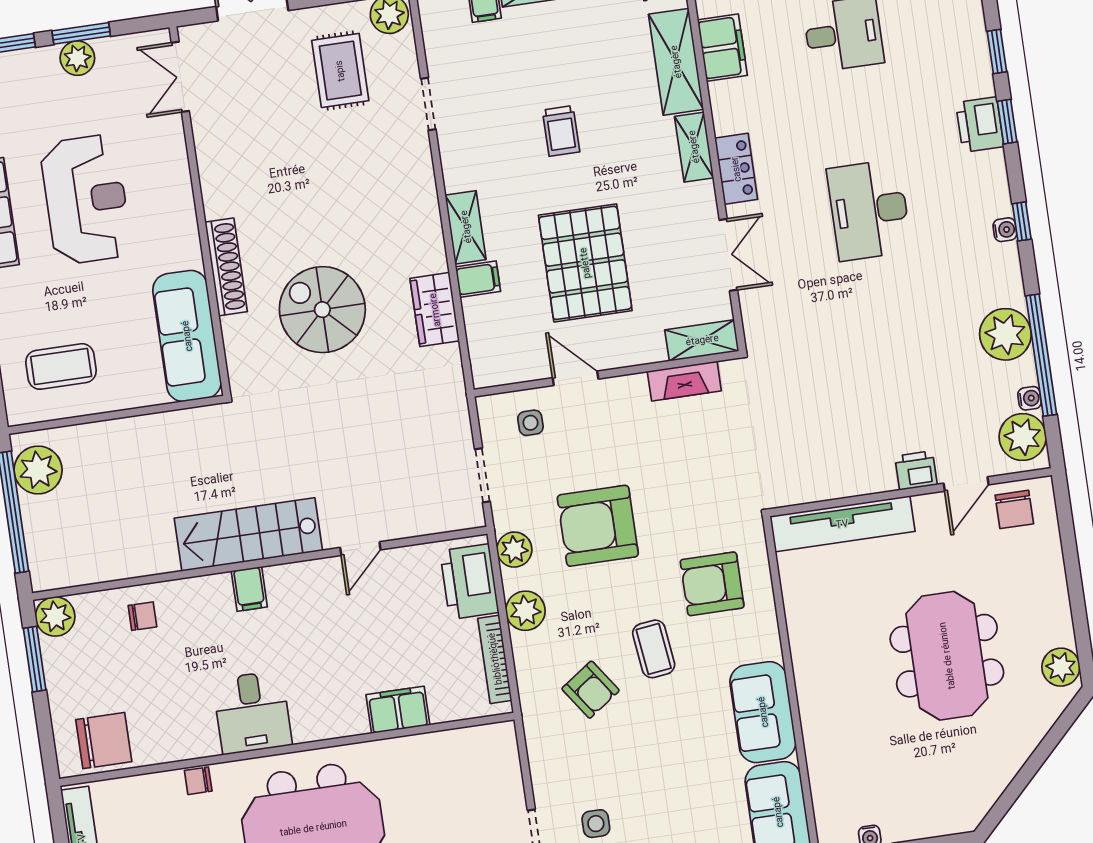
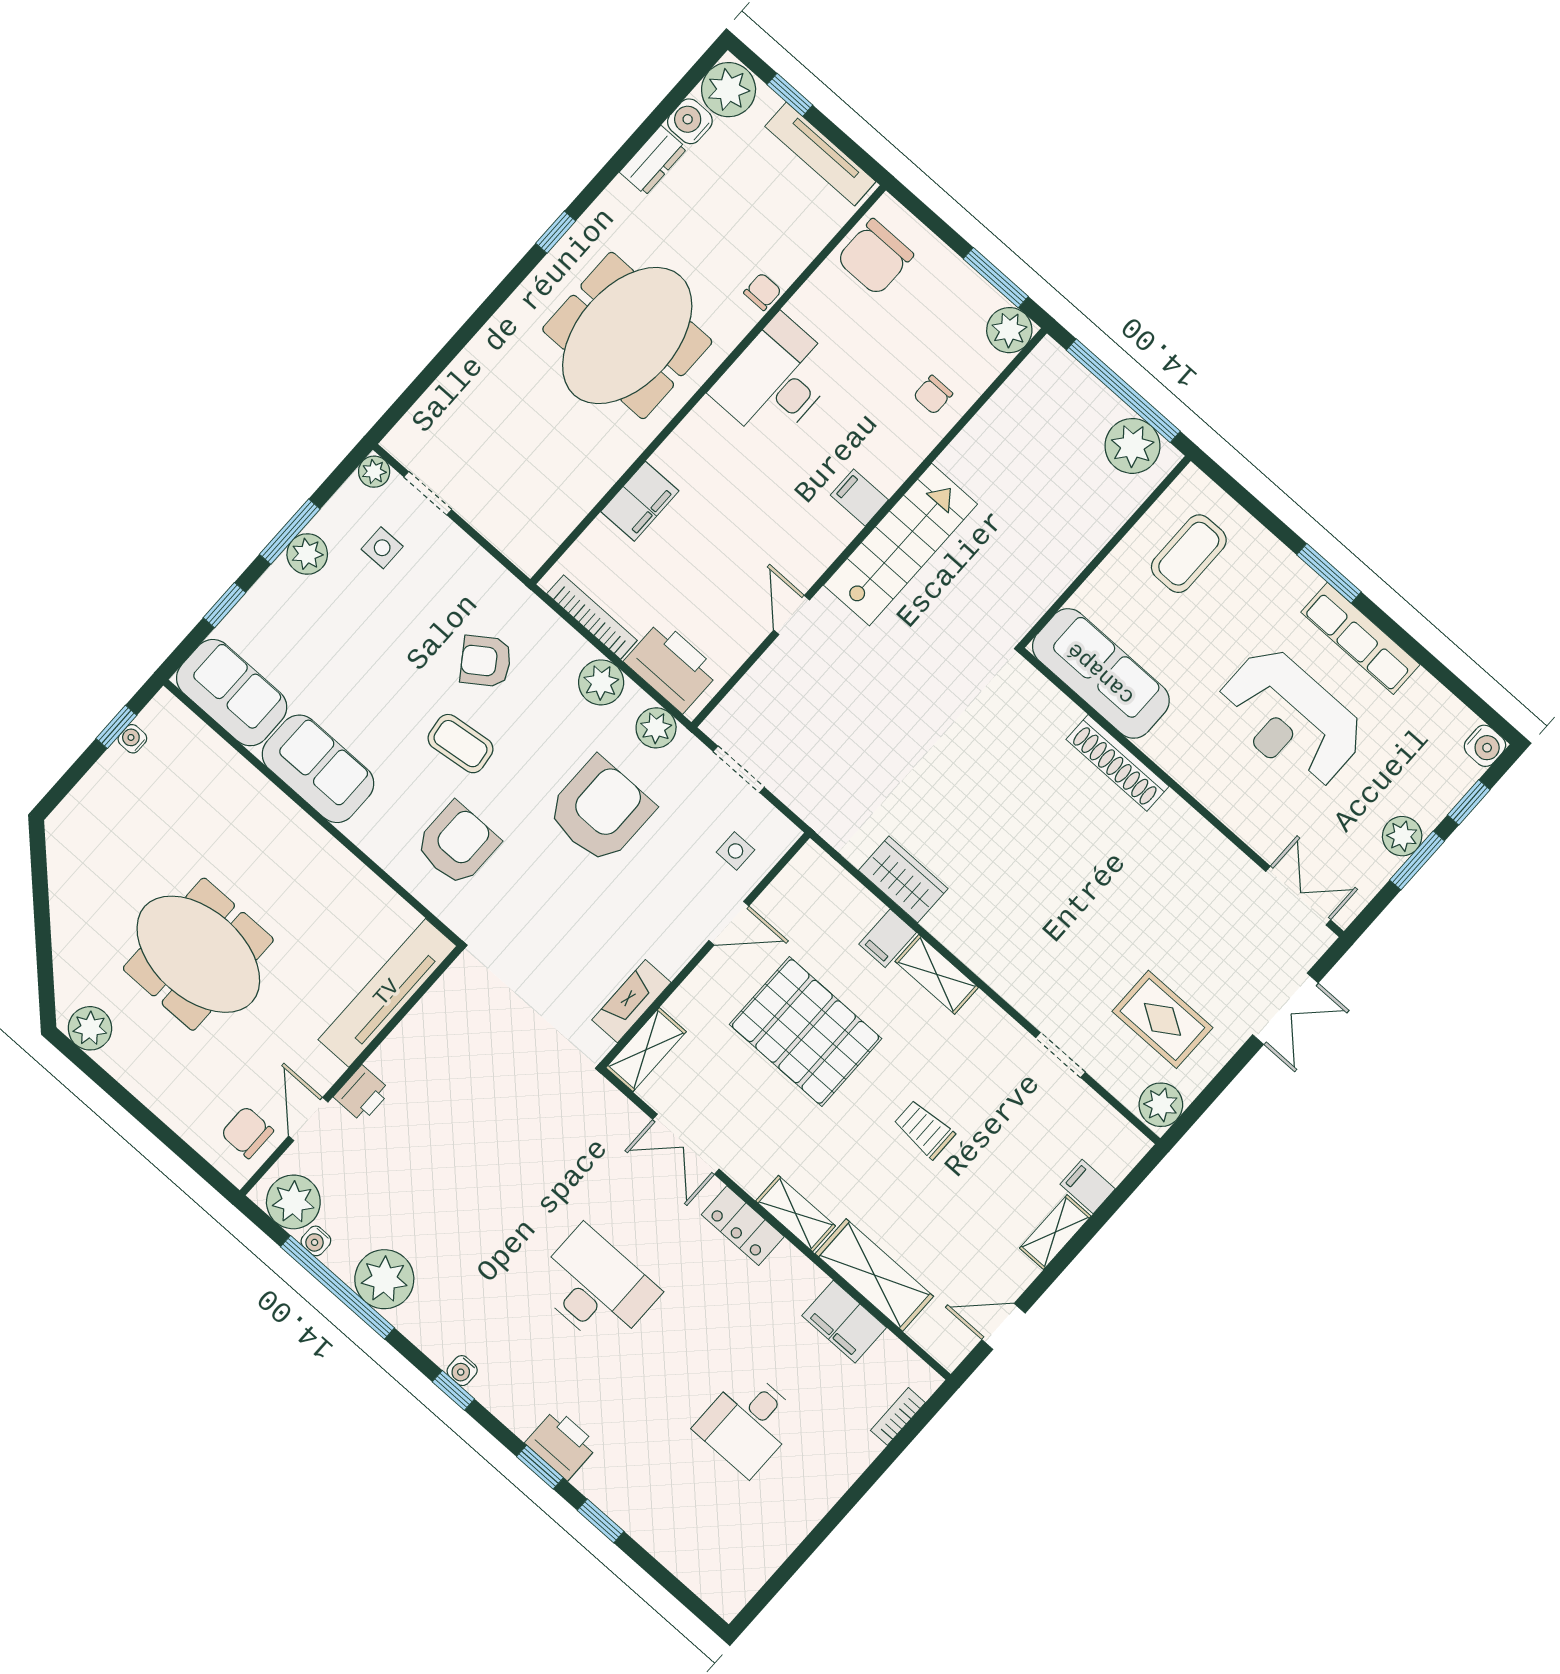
spiral stairs: (322, 310) -> (1002, 796), removed
desk: (252, 712) -> (776, 380), width x1.37

